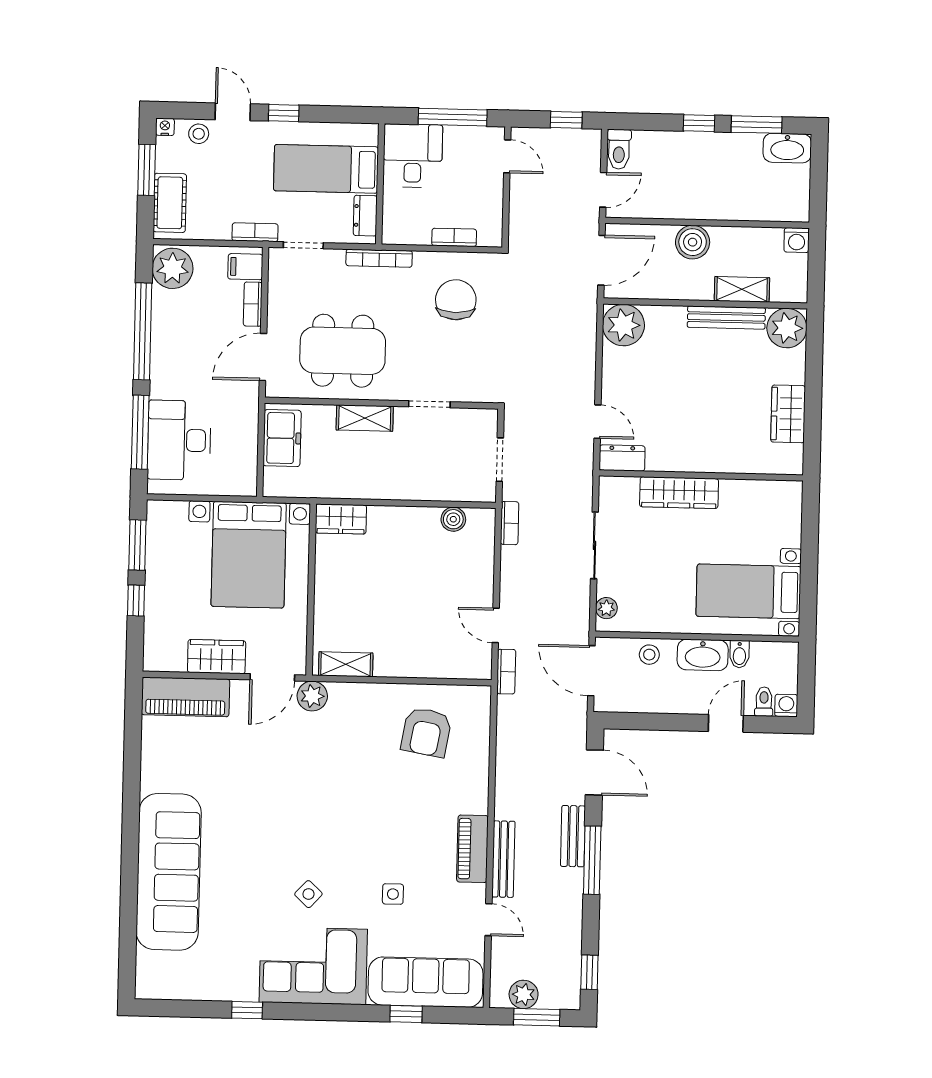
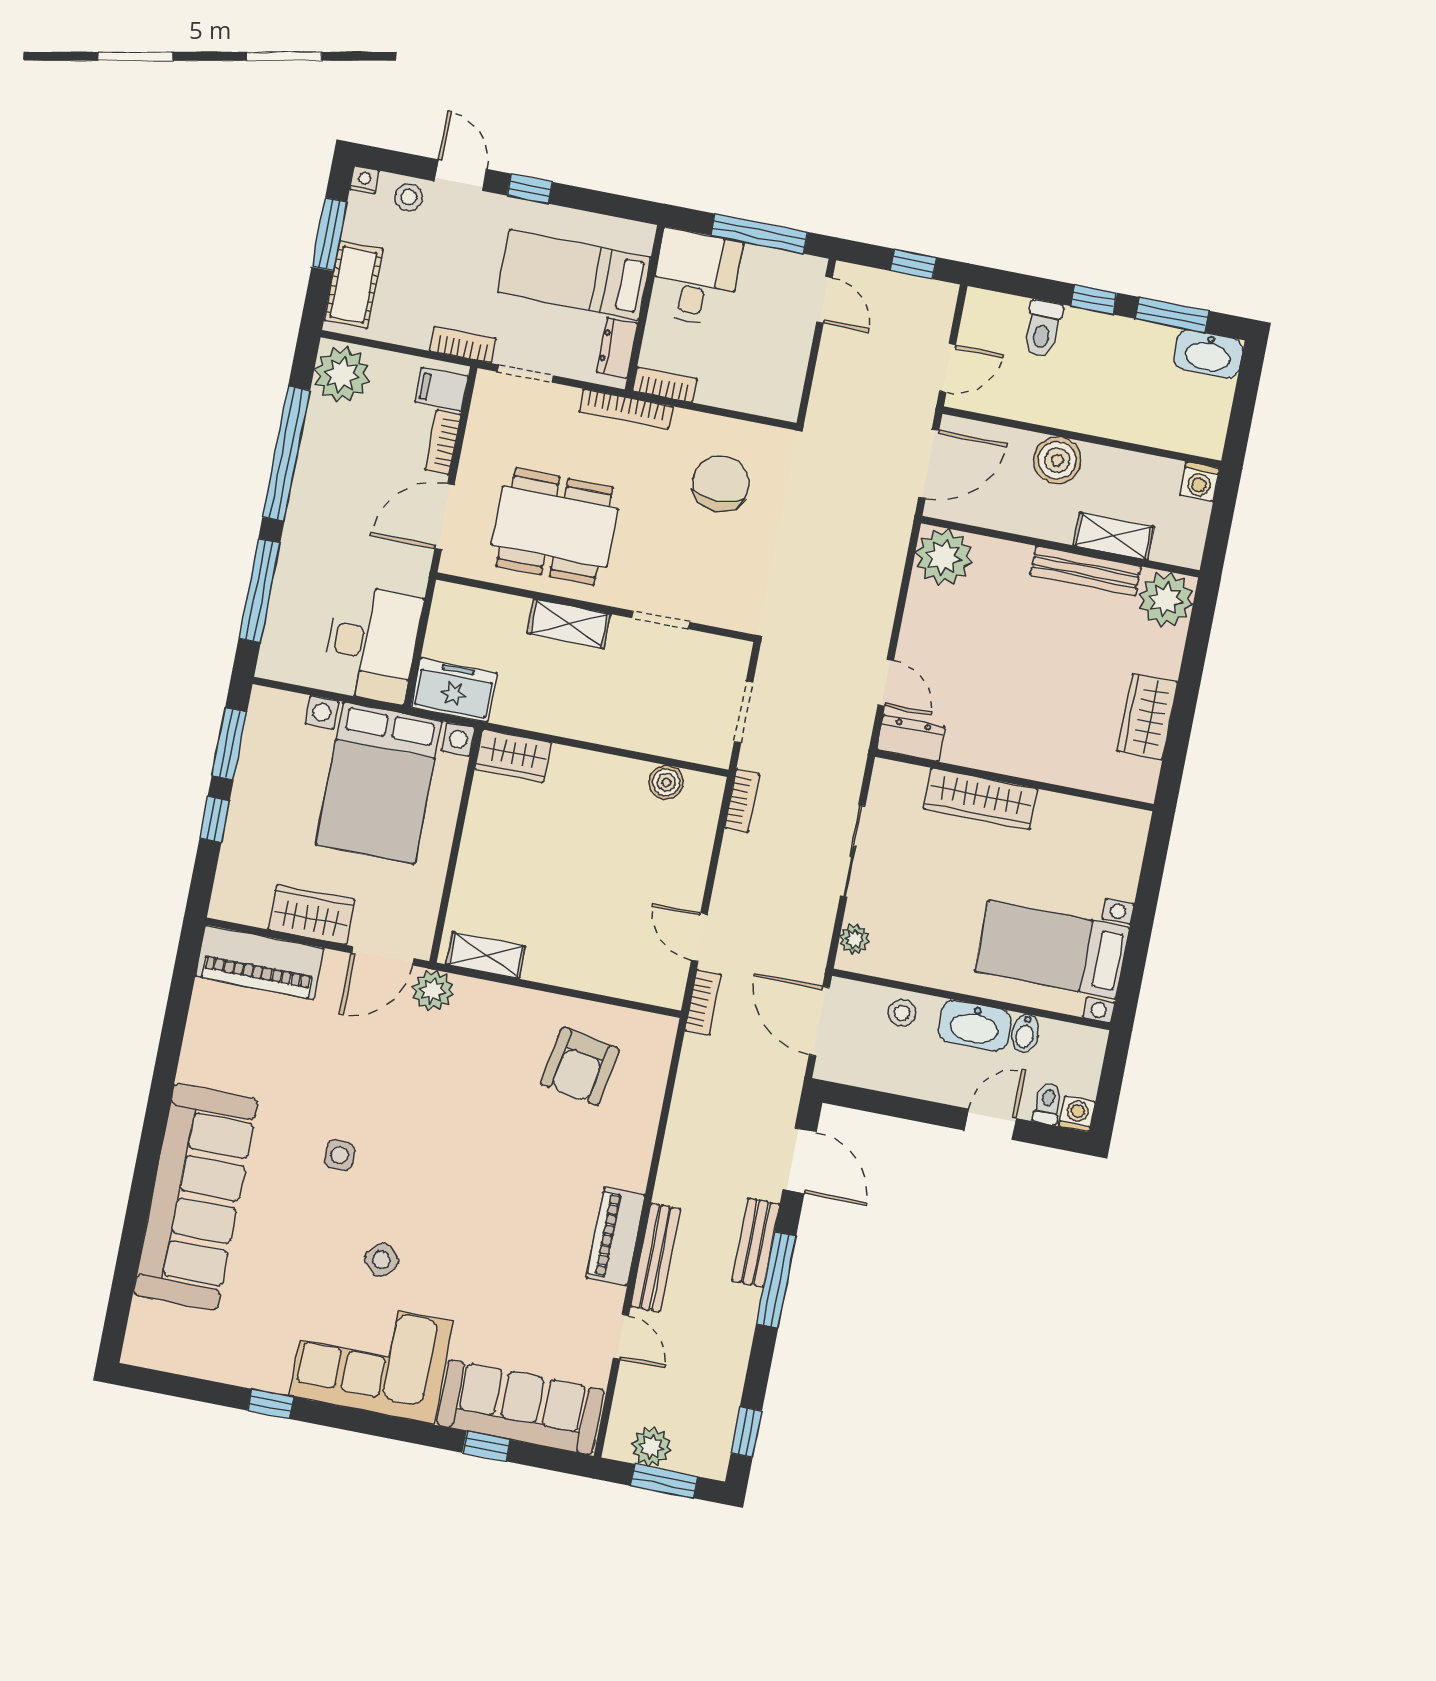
toilet: (619, 149) -> (1043, 329), moved
bookcase: (454, 237) -> (665, 385), moved
freezer: (282, 438) -> (454, 690), moved, turned -90
desk: (179, 440) -> (372, 644), moved, turned 180
side table: (393, 894) -> (340, 1155), moved

